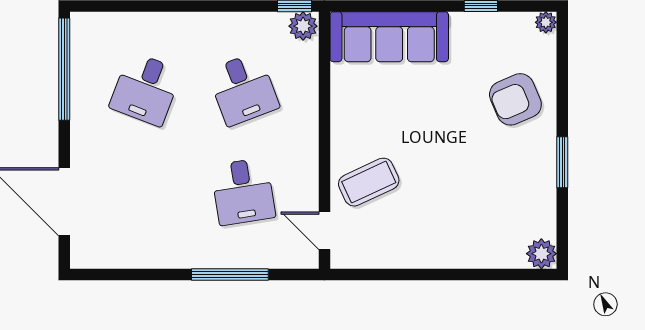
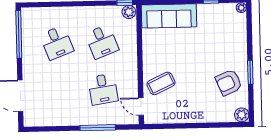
desk: (146, 89) -> (57, 43), turned -42
armchair: (515, 99) -> (229, 82), moved

